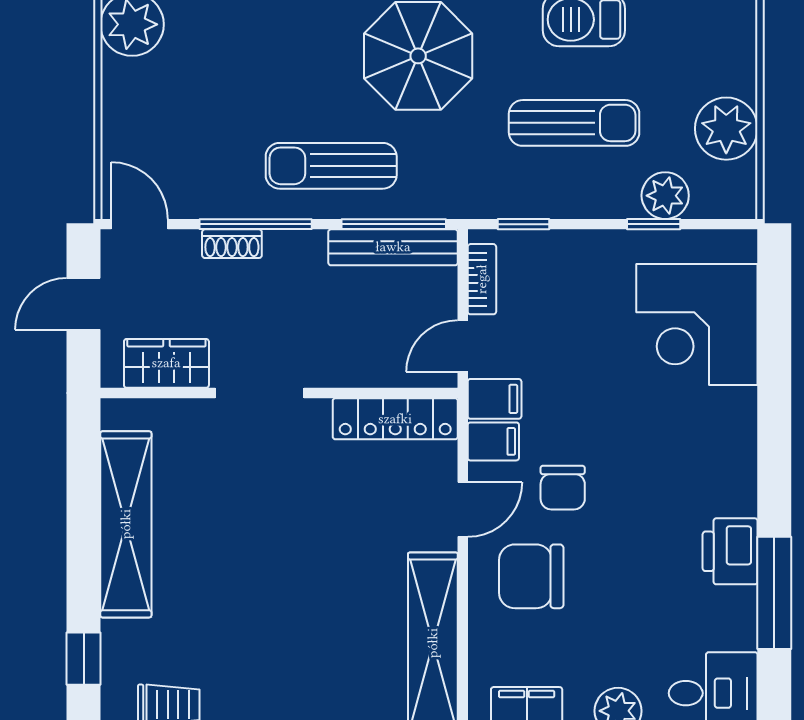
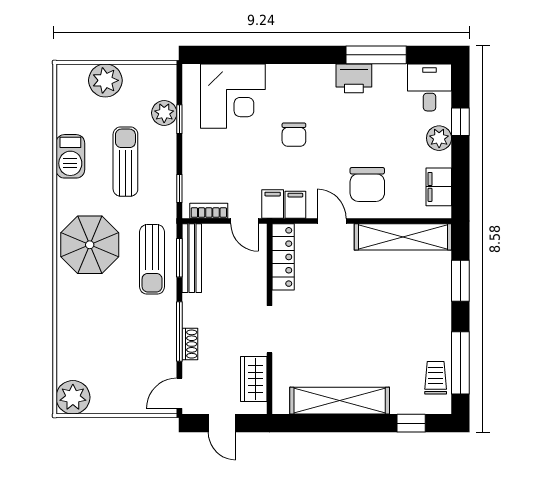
plant: (726, 129) -> (105, 80), moved
sun lounger: (331, 166) -> (152, 259), moved
window: (394, 224) -> (179, 258), width x0.69
chair: (563, 488) -> (294, 135), moved, turned 90

